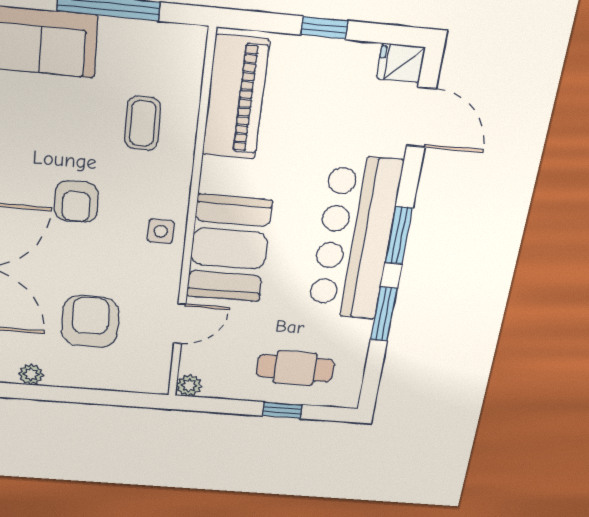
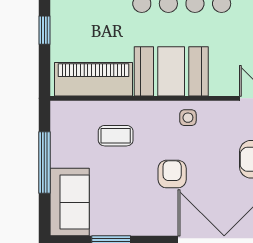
armchair: (76, 202) -> (172, 174), turned -90
booth: (229, 249) -> (171, 71), moved

